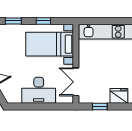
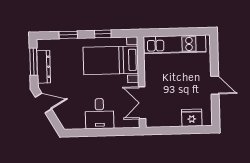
desk: (39, 90) -> (100, 114), width x0.73
window: (100, 107) -> (170, 130), removed

